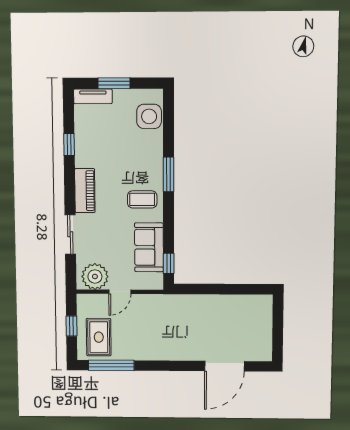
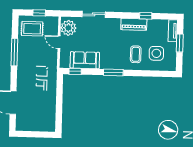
side table: (149, 116) -> (156, 53), moved
window: (169, 174) -> (113, 72), moved
piano: (85, 191) -> (134, 24), moved
coffee table: (142, 199) -> (136, 54), moved
window: (111, 365) -> (14, 52), moved

